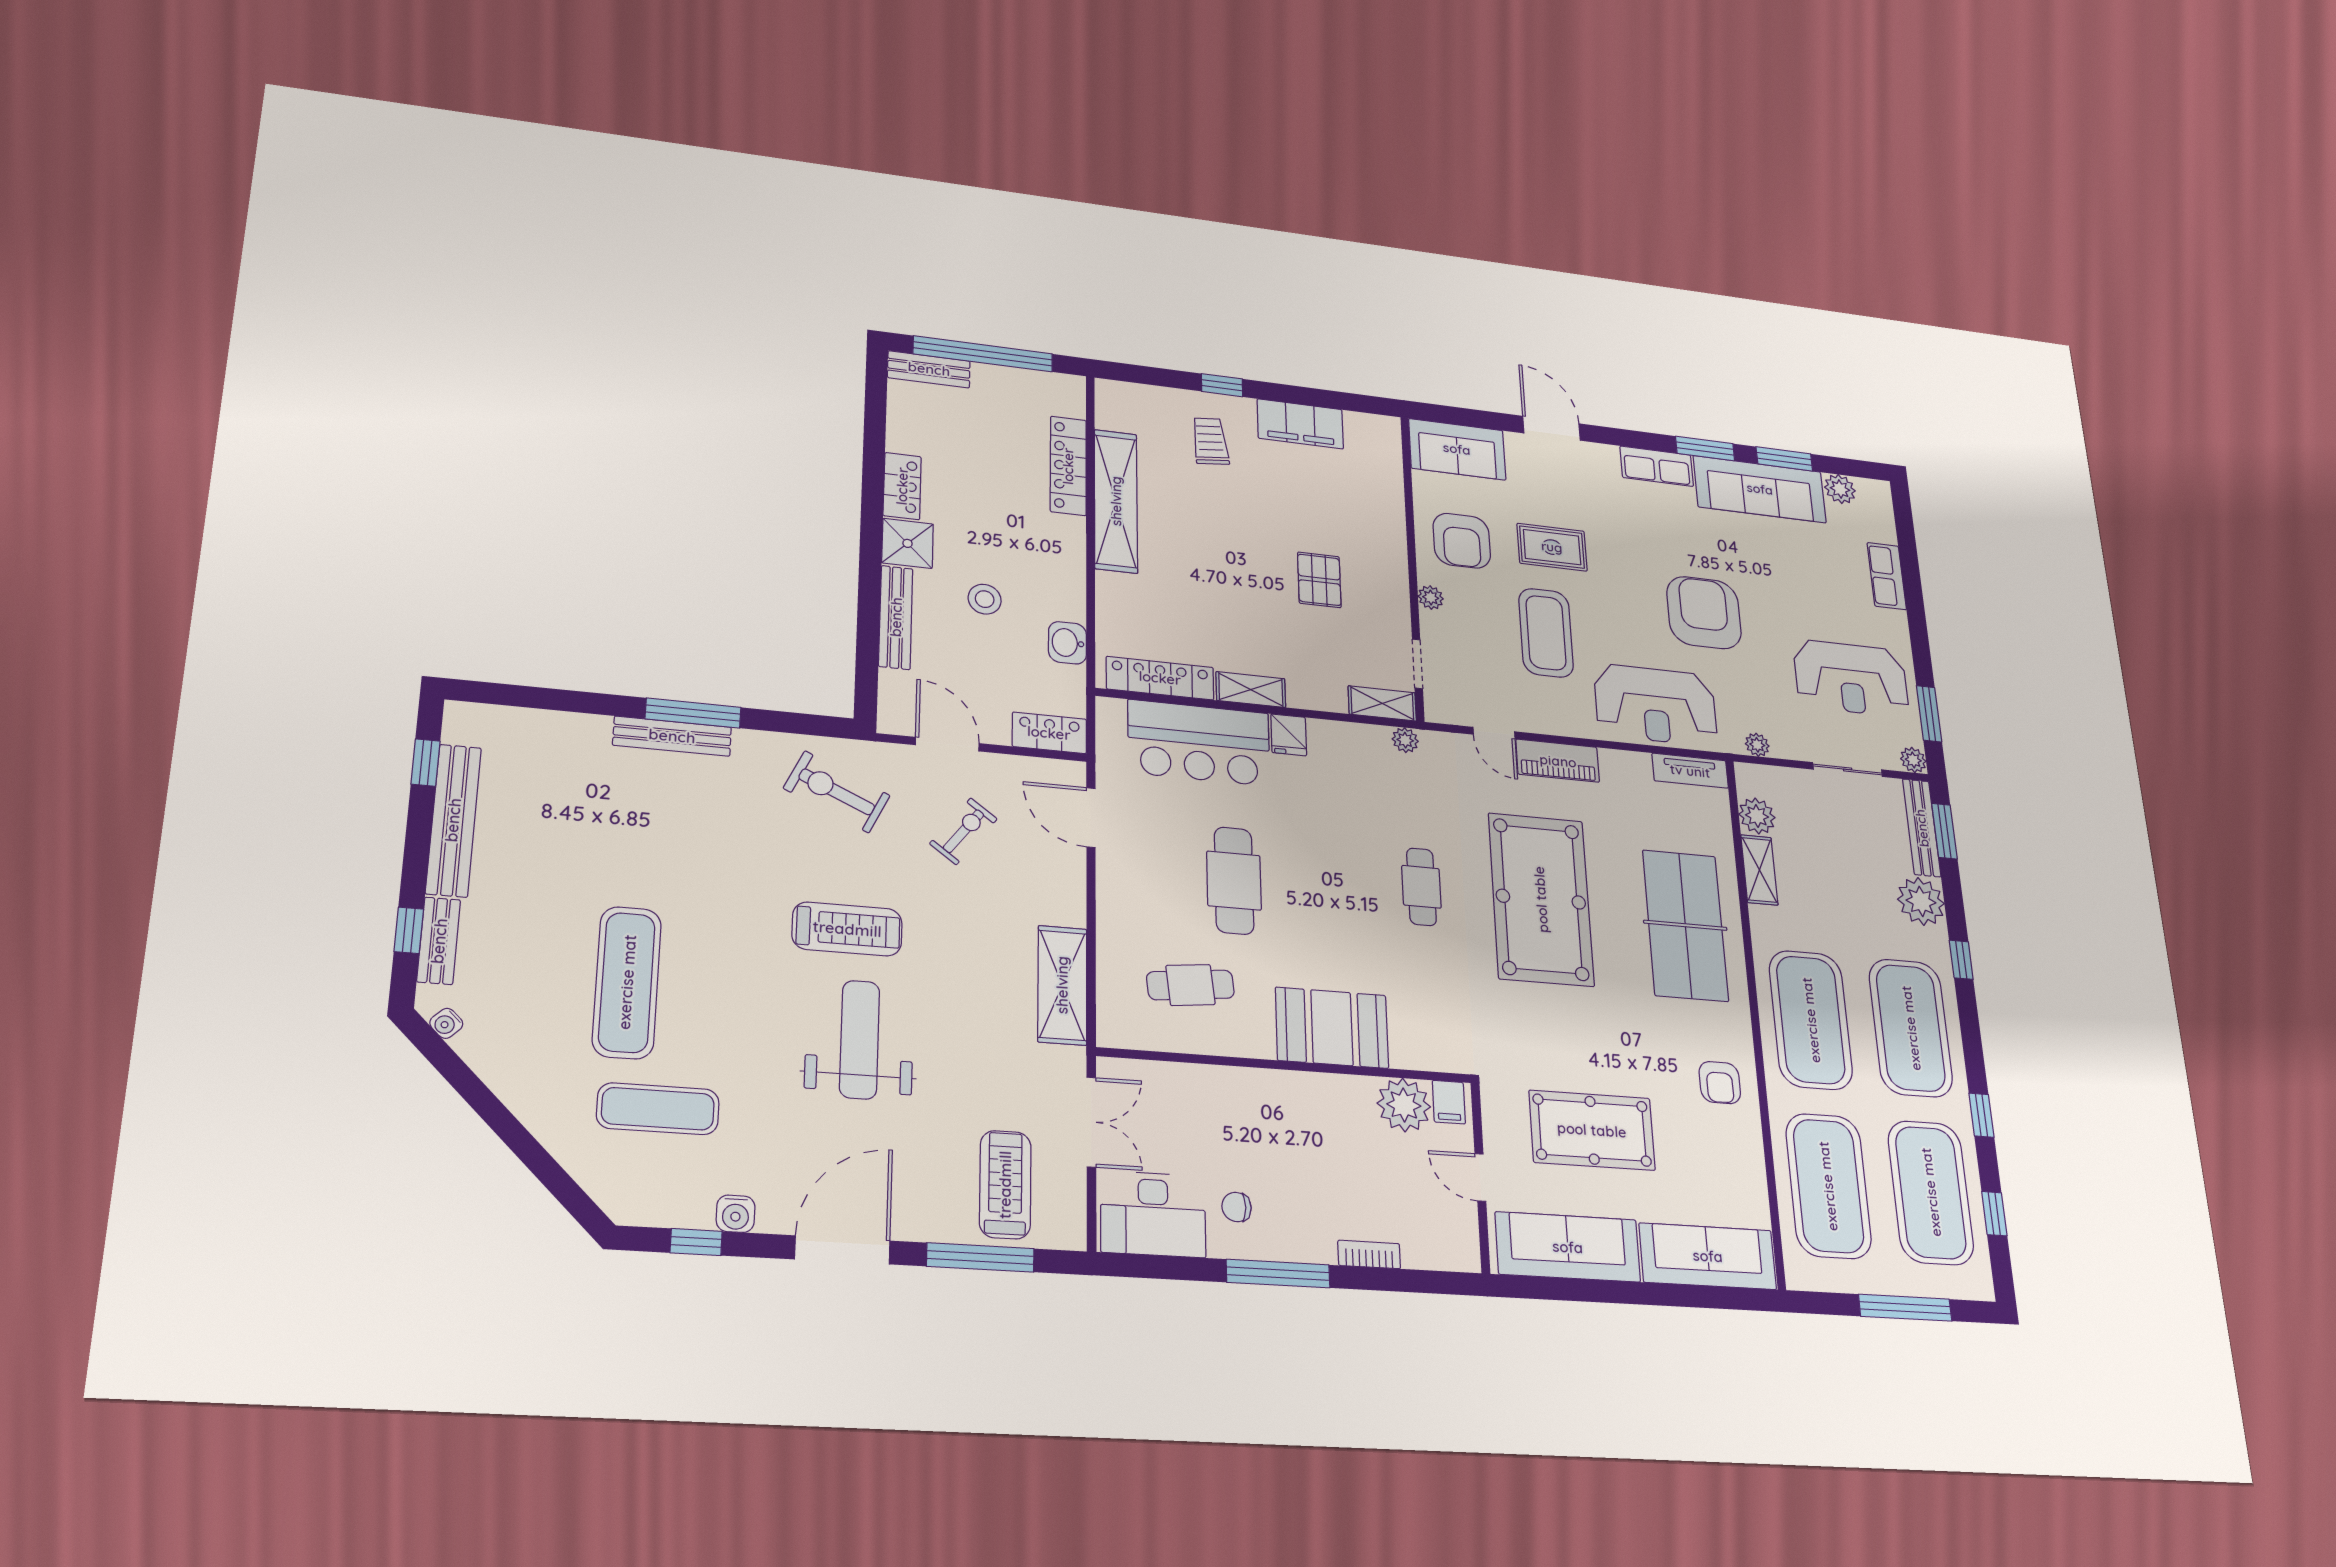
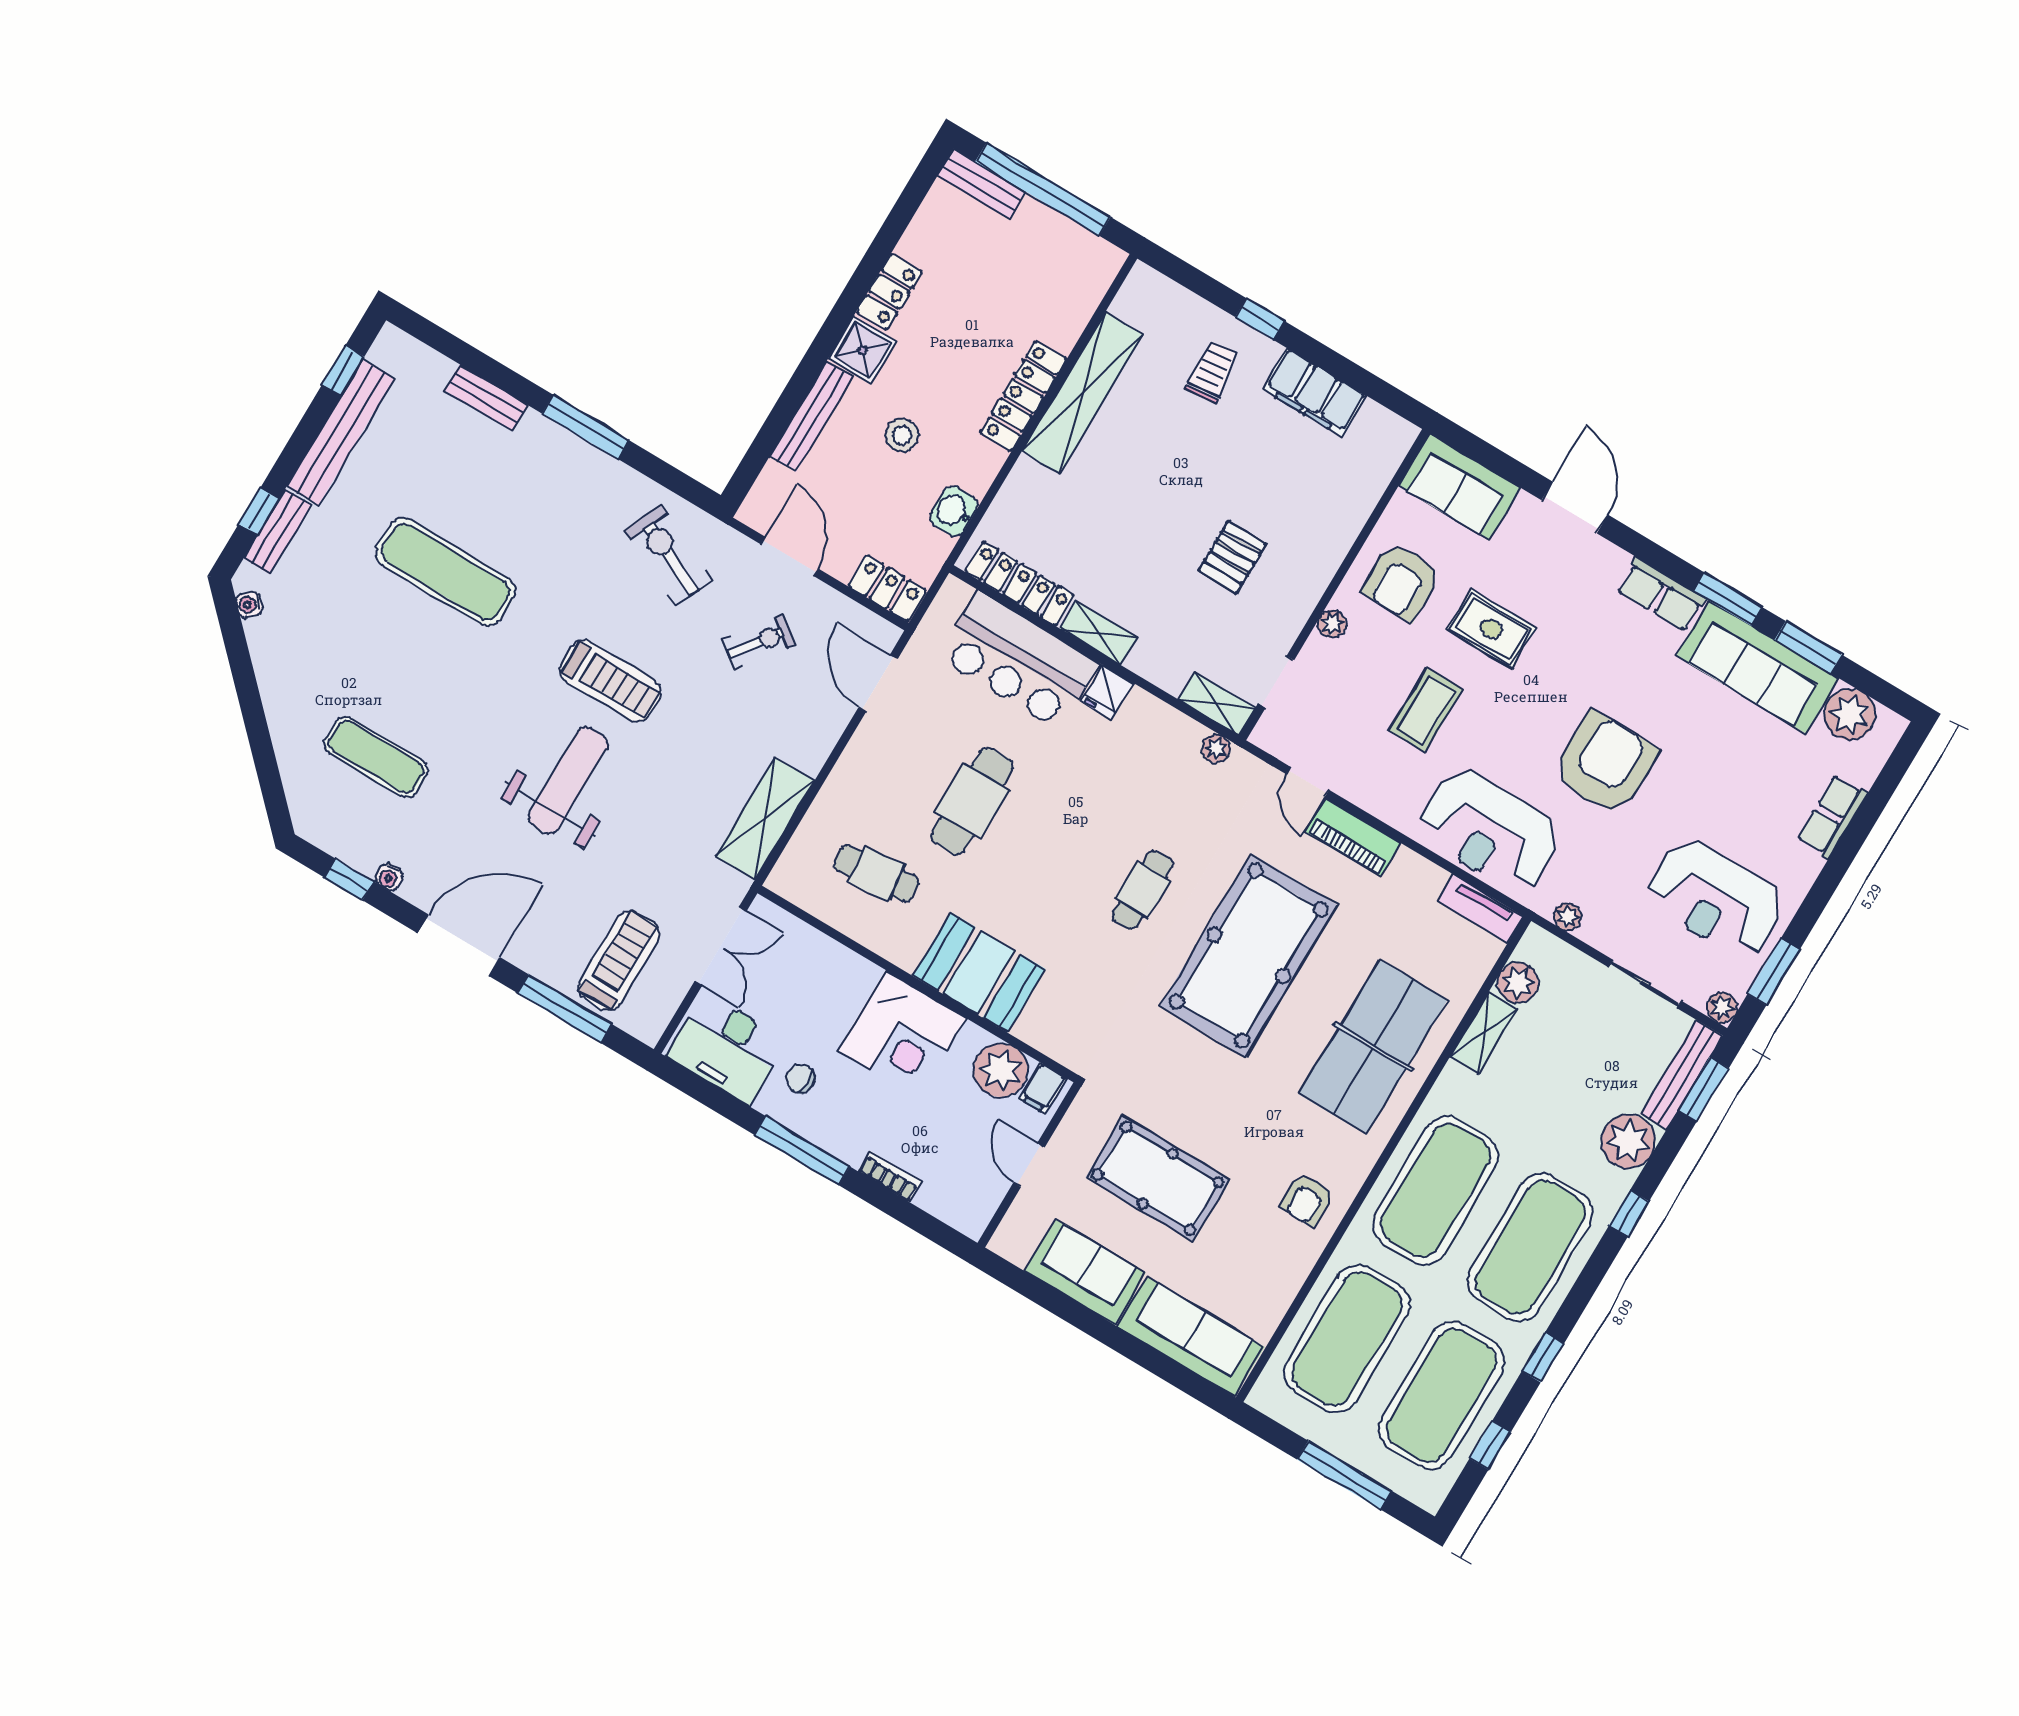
locker: (1068, 466) -> (1023, 396), moved
plant: (1840, 489) -> (1850, 714), width x1.36, depth x1.36
coffee table: (1546, 633) -> (1426, 710), width x0.73, depth x0.76
bench: (672, 736) -> (486, 398), moved, width x0.73
exercise mat: (627, 982) -> (445, 572), moved, turned 90
corner desk: (1300, 1118) -> (902, 1035), added
water cooler: (736, 1214) -> (389, 877), width x0.72, depth x0.72
sofa: (1568, 1247) -> (1085, 1272), width x0.73

